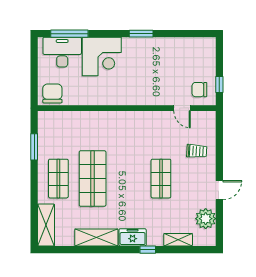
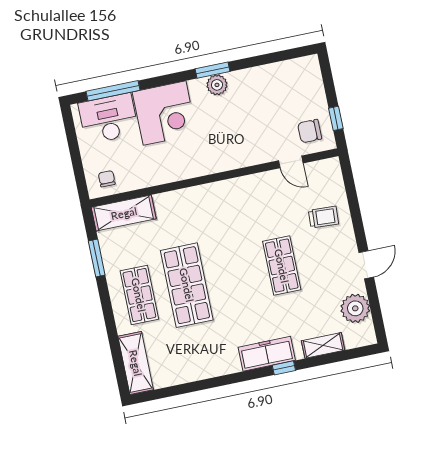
plant: (142, 44) -> (217, 85), added
chair: (52, 93) -> (107, 179), width x0.54, depth x0.54
shelving: (96, 237) -> (124, 213), moved
freezer: (133, 237) -> (267, 354), width x1.40

